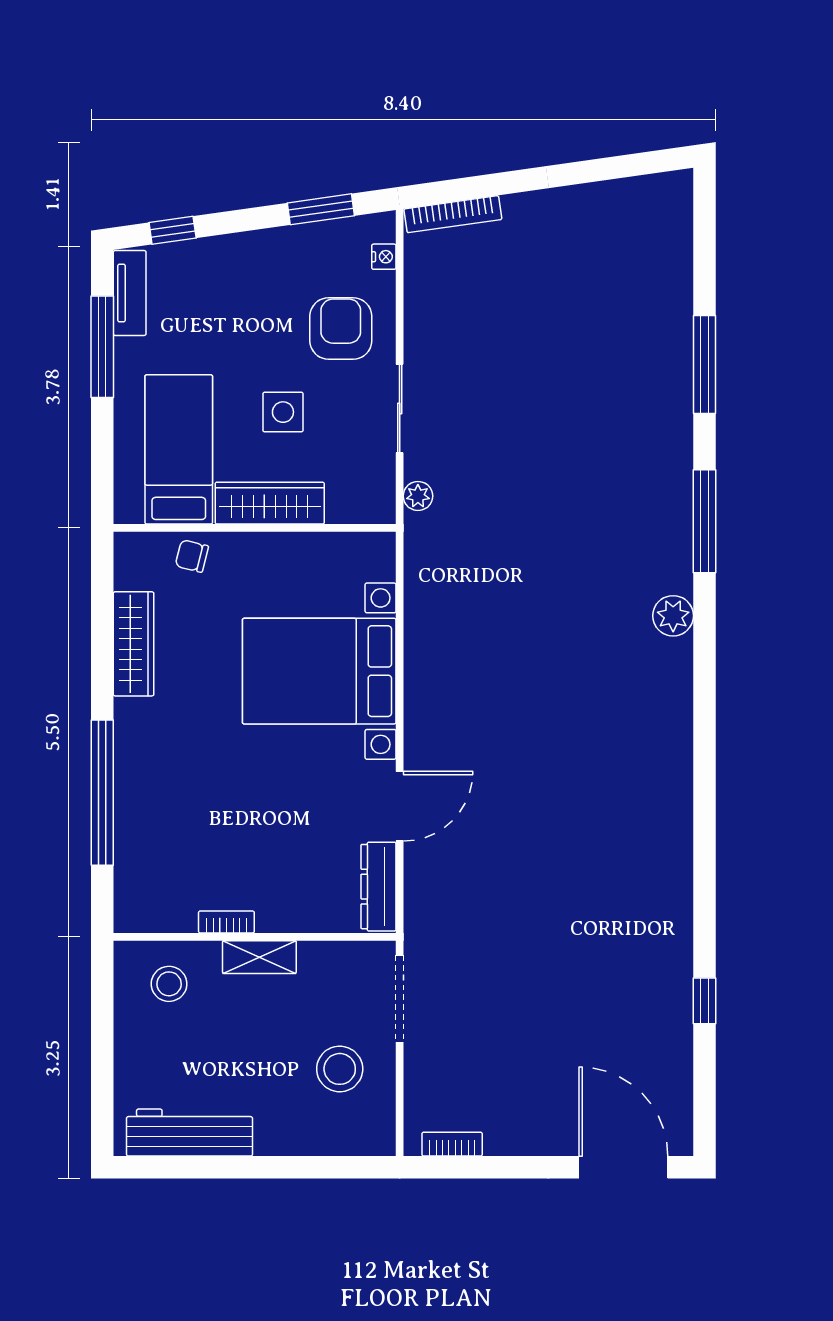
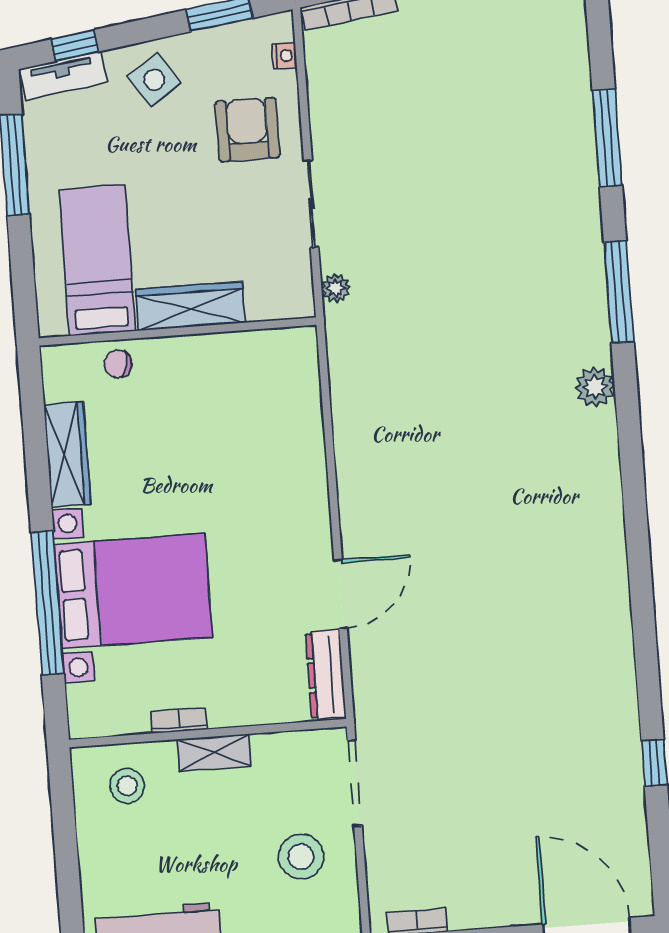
tv unit: (130, 293) -> (63, 76), moved, turned 82
side table: (283, 412) -> (154, 80), moved, turned -34
bed with nightstands: (319, 671) -> (133, 591), moved, turned 180

